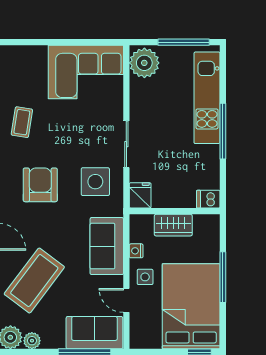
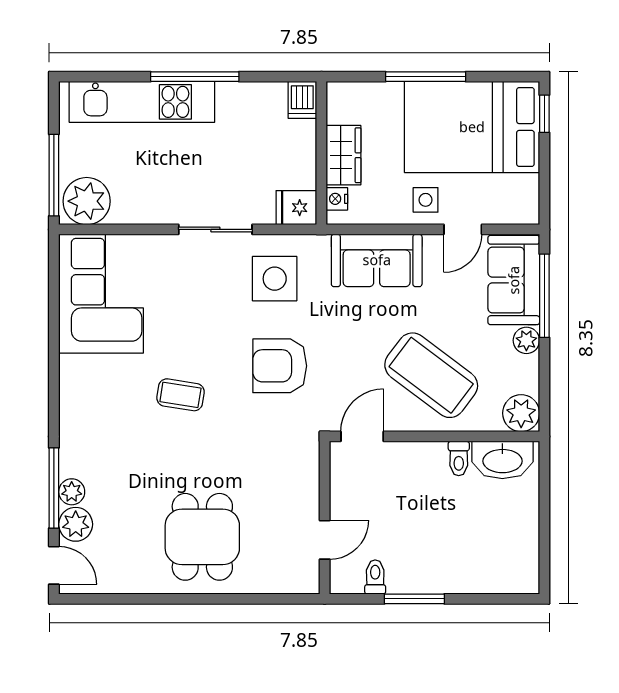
window: (184, 42) -> (54, 175), moved
nightstand: (136, 251) -> (337, 199), moved, turned 90
plant: (32, 341) -> (526, 340), moved

